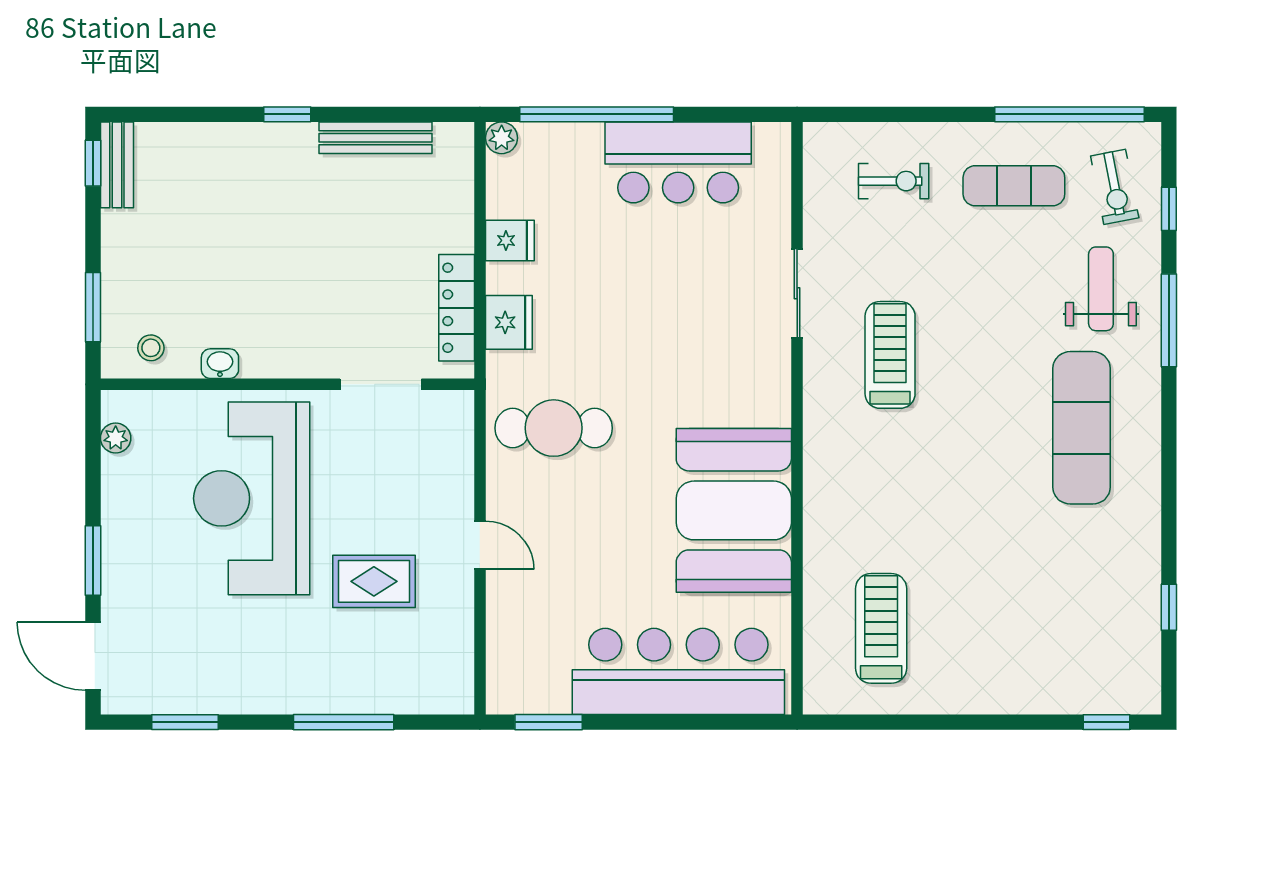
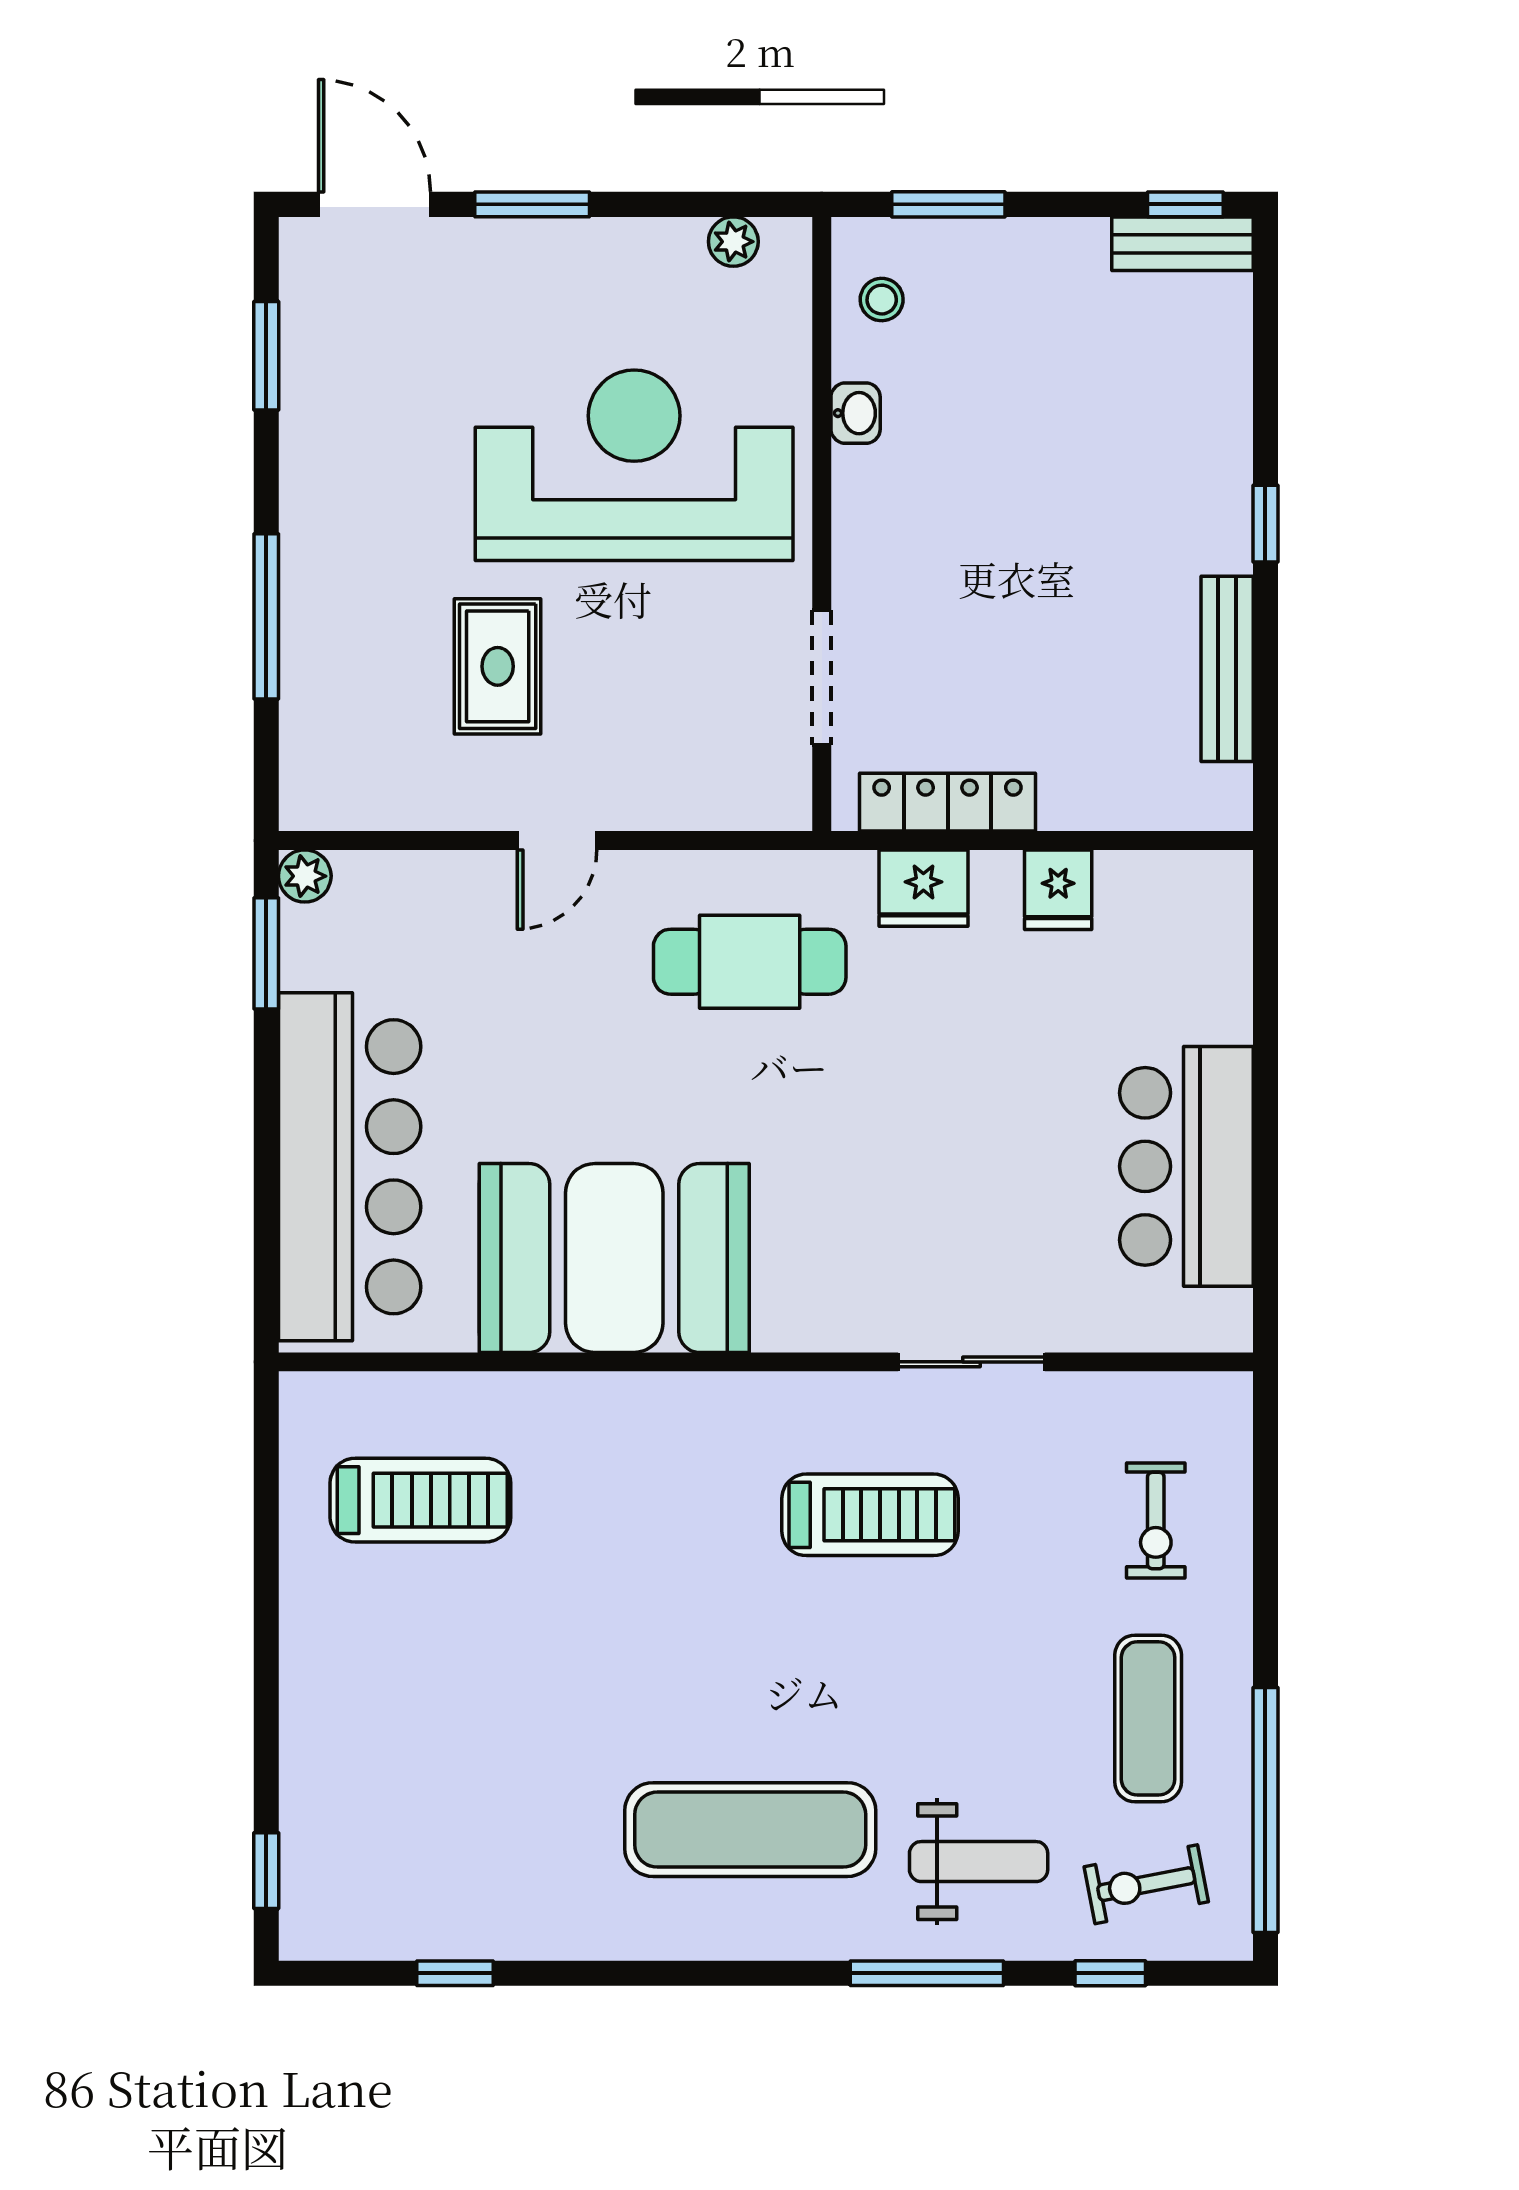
window: (597, 114) -> (1265, 1032), removed
plant: (502, 138) -> (305, 876), moved
cafe table: (554, 428) -> (750, 962), turned 90
door: (93, 656) -> (375, 204), hinge flipped

